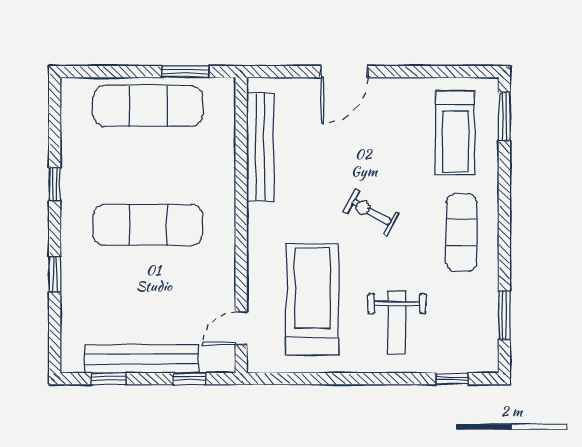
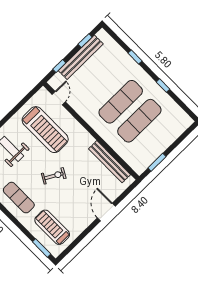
exercise mat: (148, 106) -> (139, 121), moved

